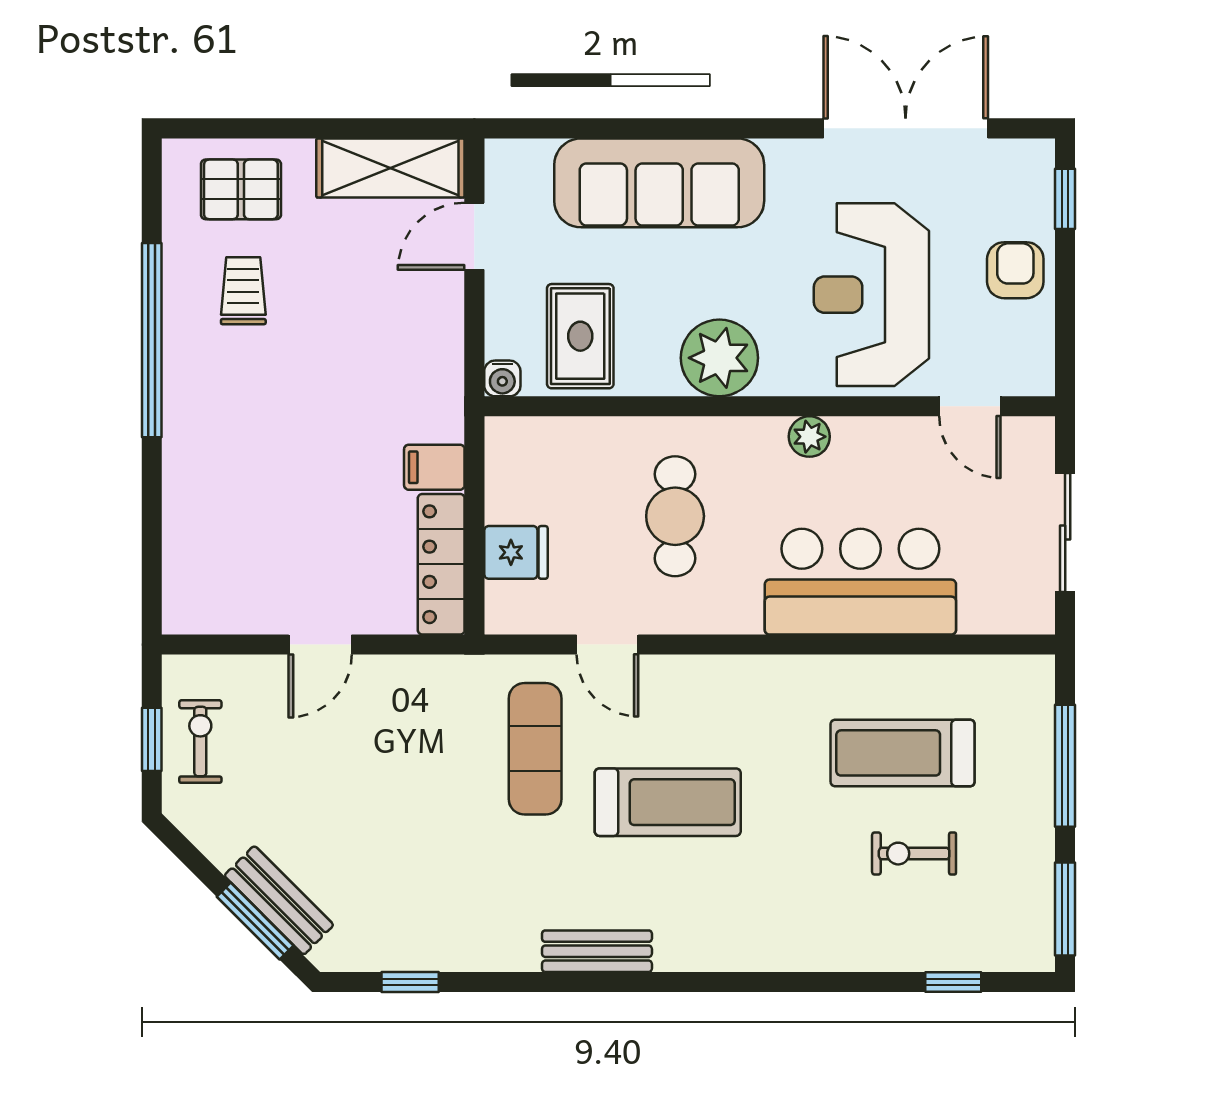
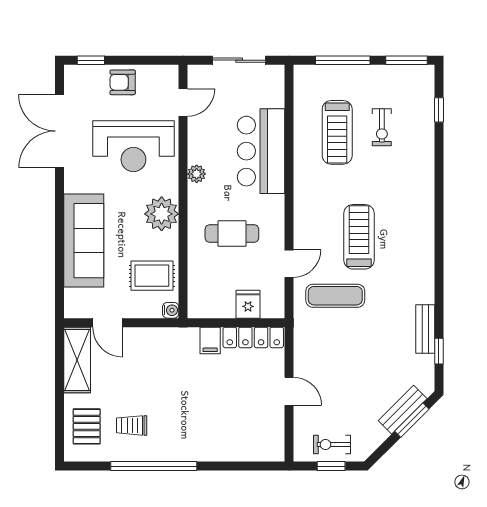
bench: (597, 951) -> (425, 329), moved

